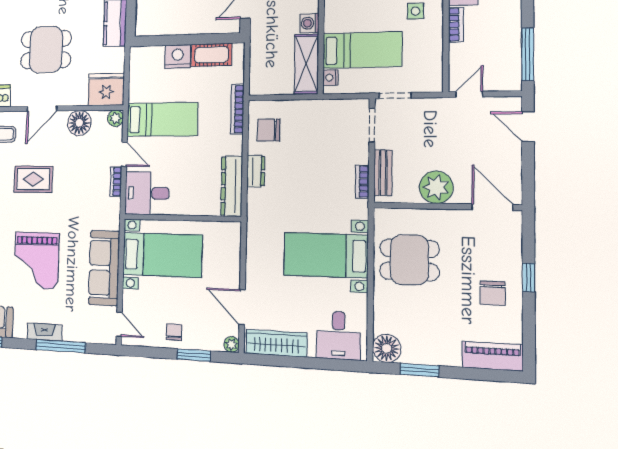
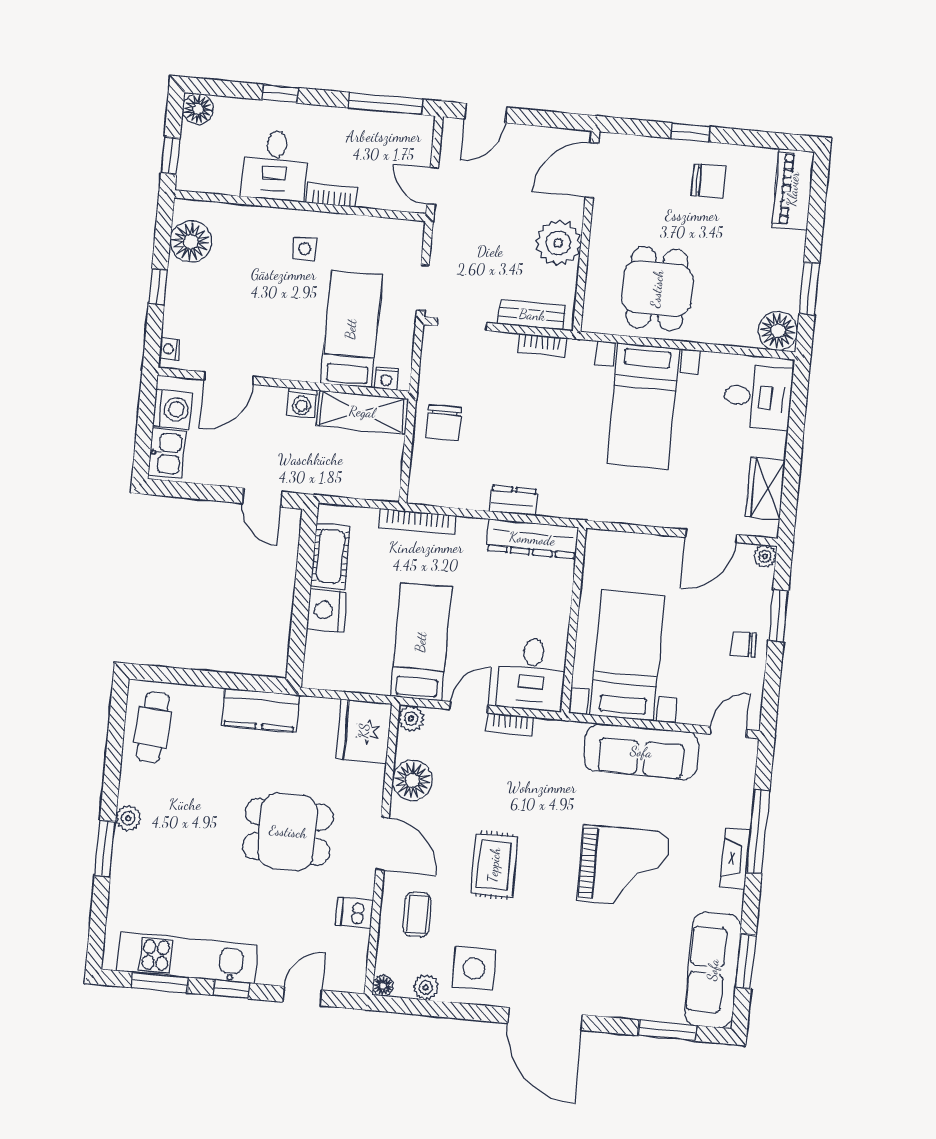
dining table: (46, 50) -> (288, 832), turned 90
chair: (269, 130) -> (444, 423), moved
wardrobe: (276, 343) -> (765, 488), width x0.67

